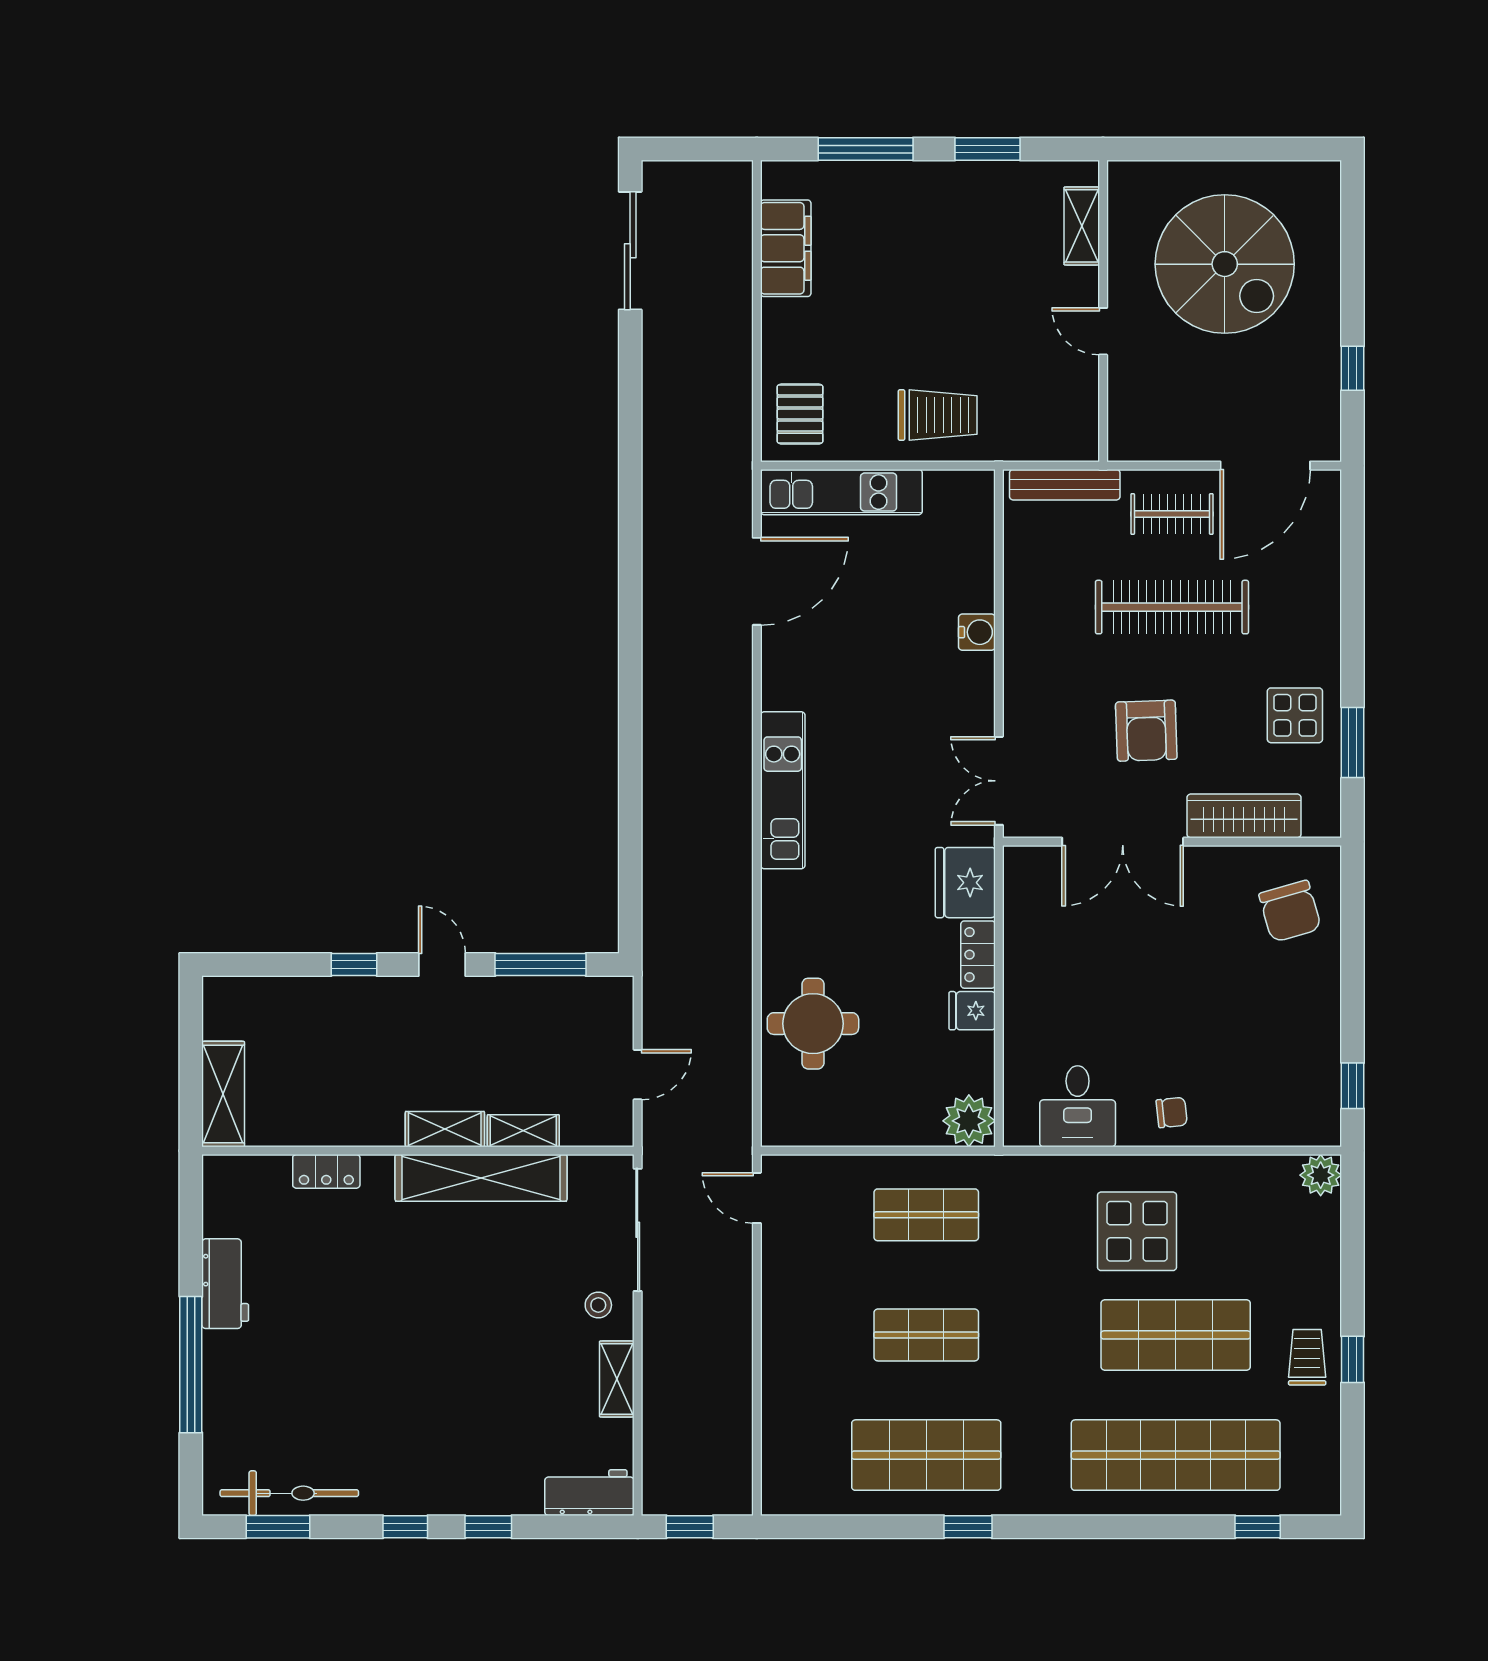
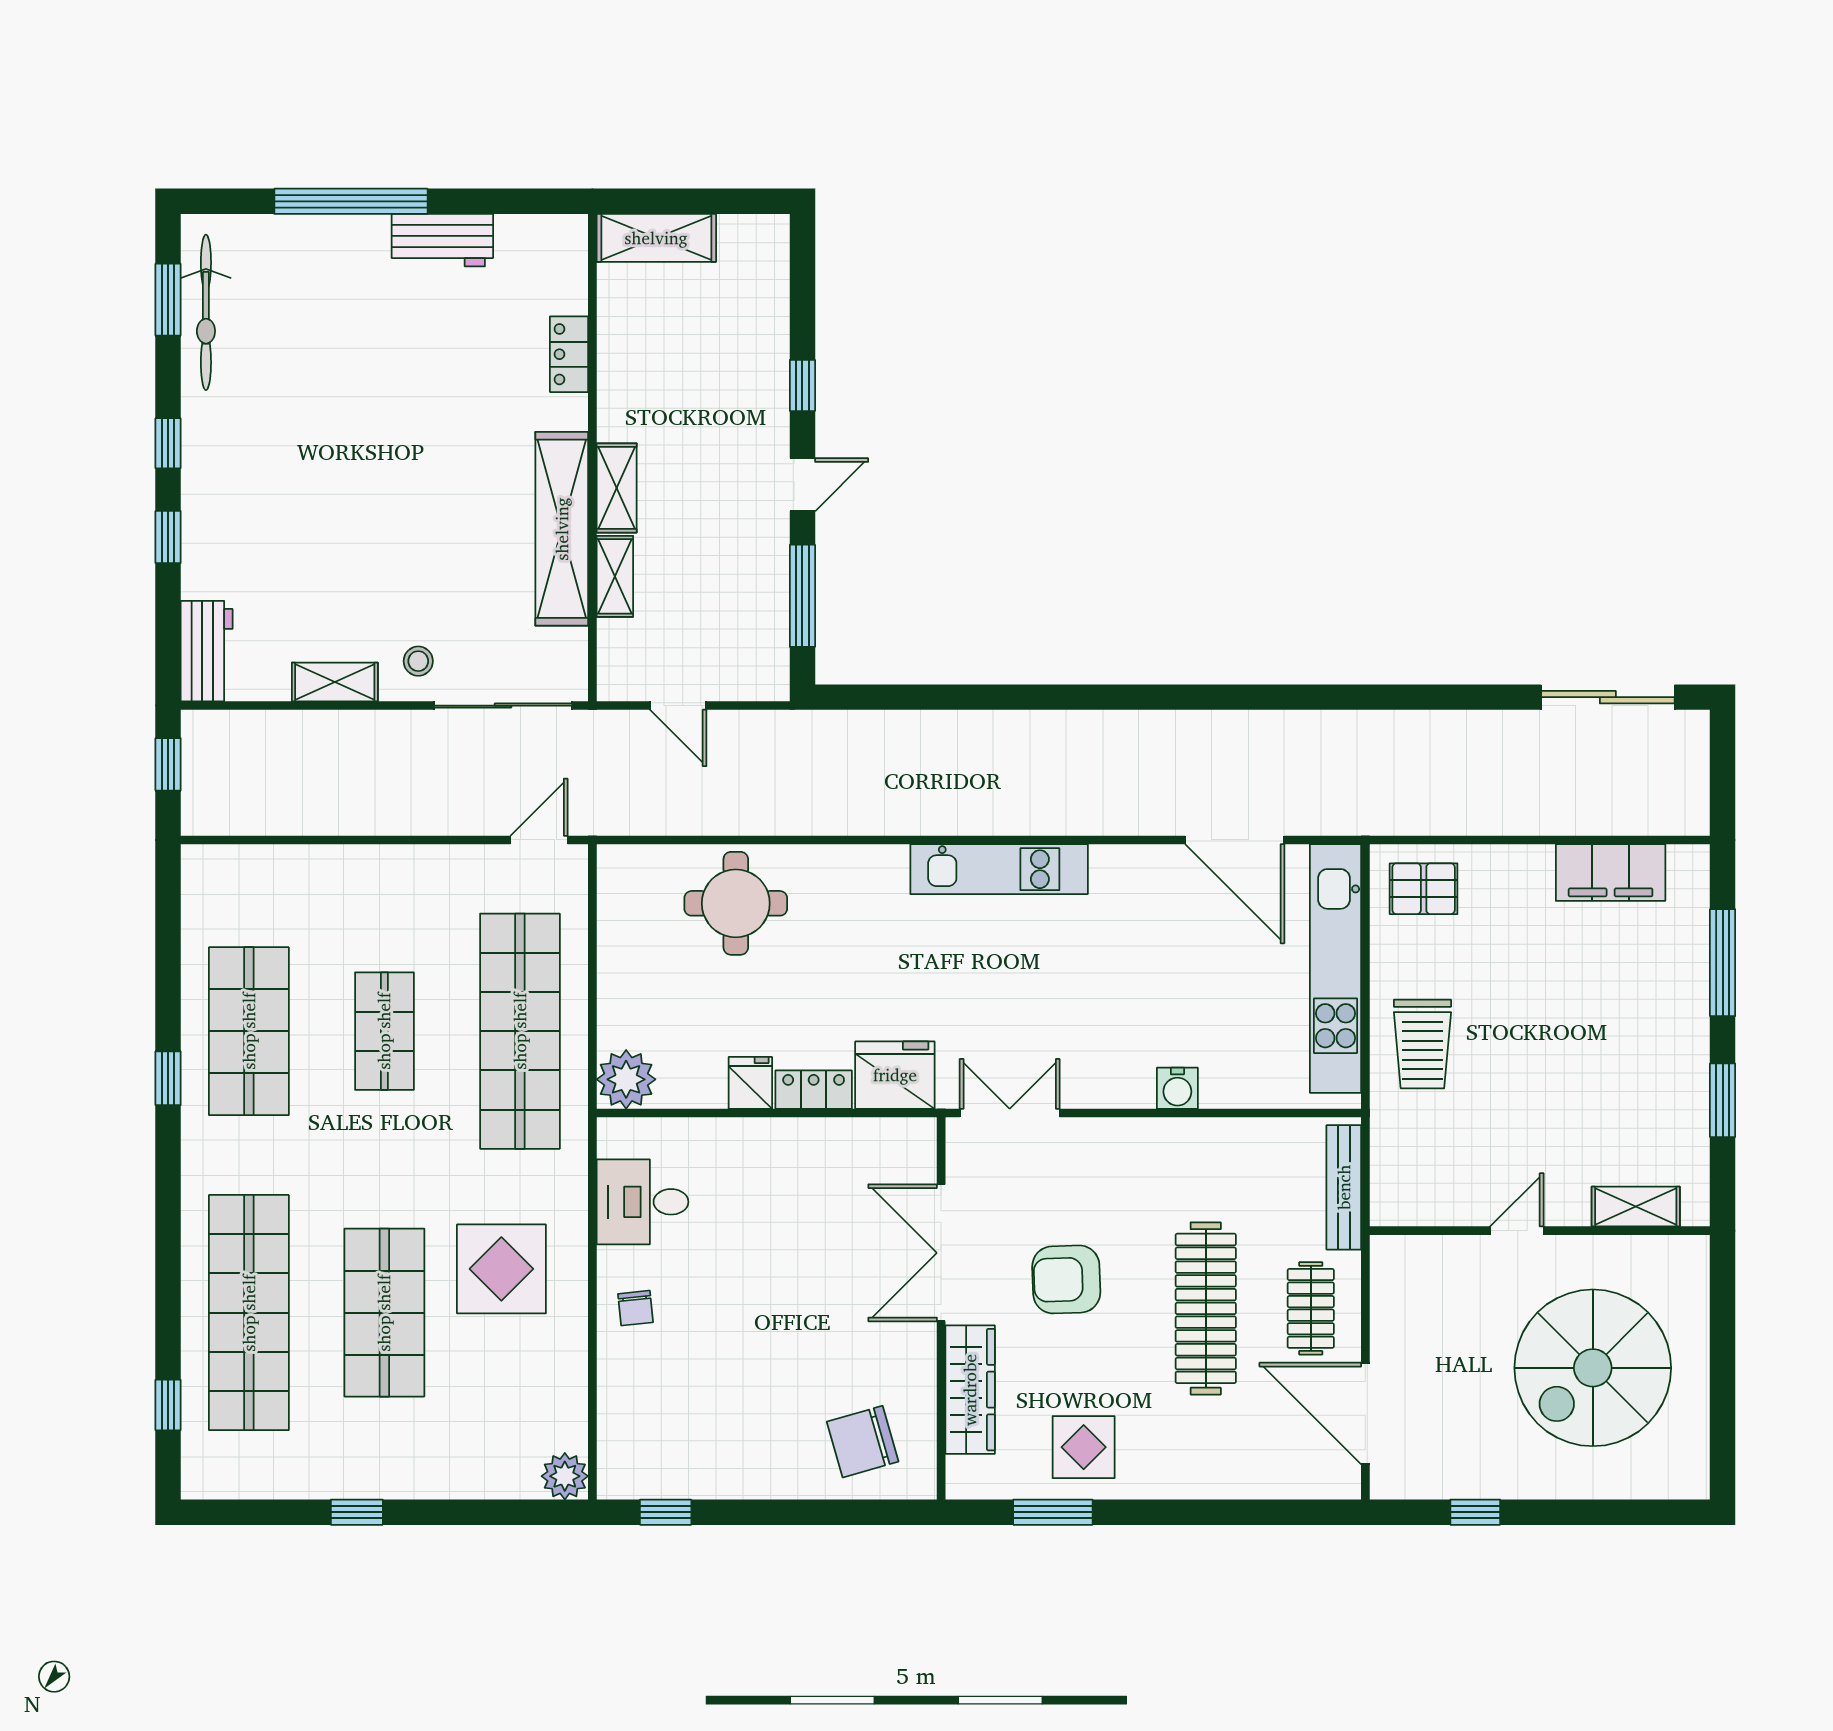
kitchen unit: (841, 492) -> (1336, 969), width x1.36
shop shelf: (926, 1215) -> (520, 1031), width x2.00, depth x1.36
trolley: (1307, 1357) -> (359, 1461), removed

